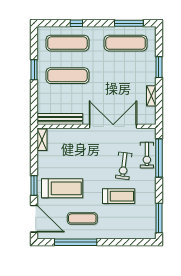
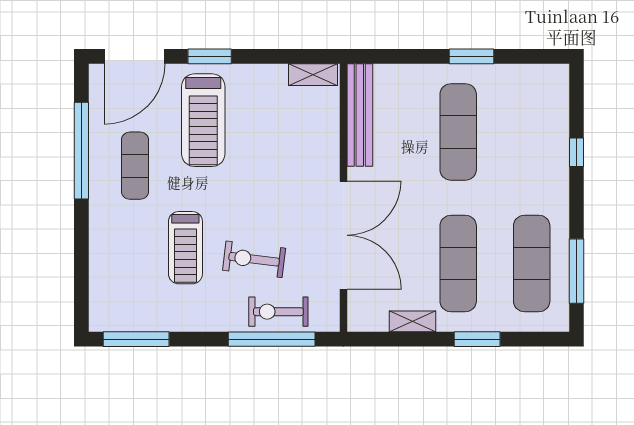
exercise mat: (67, 43) -> (458, 264), moved

